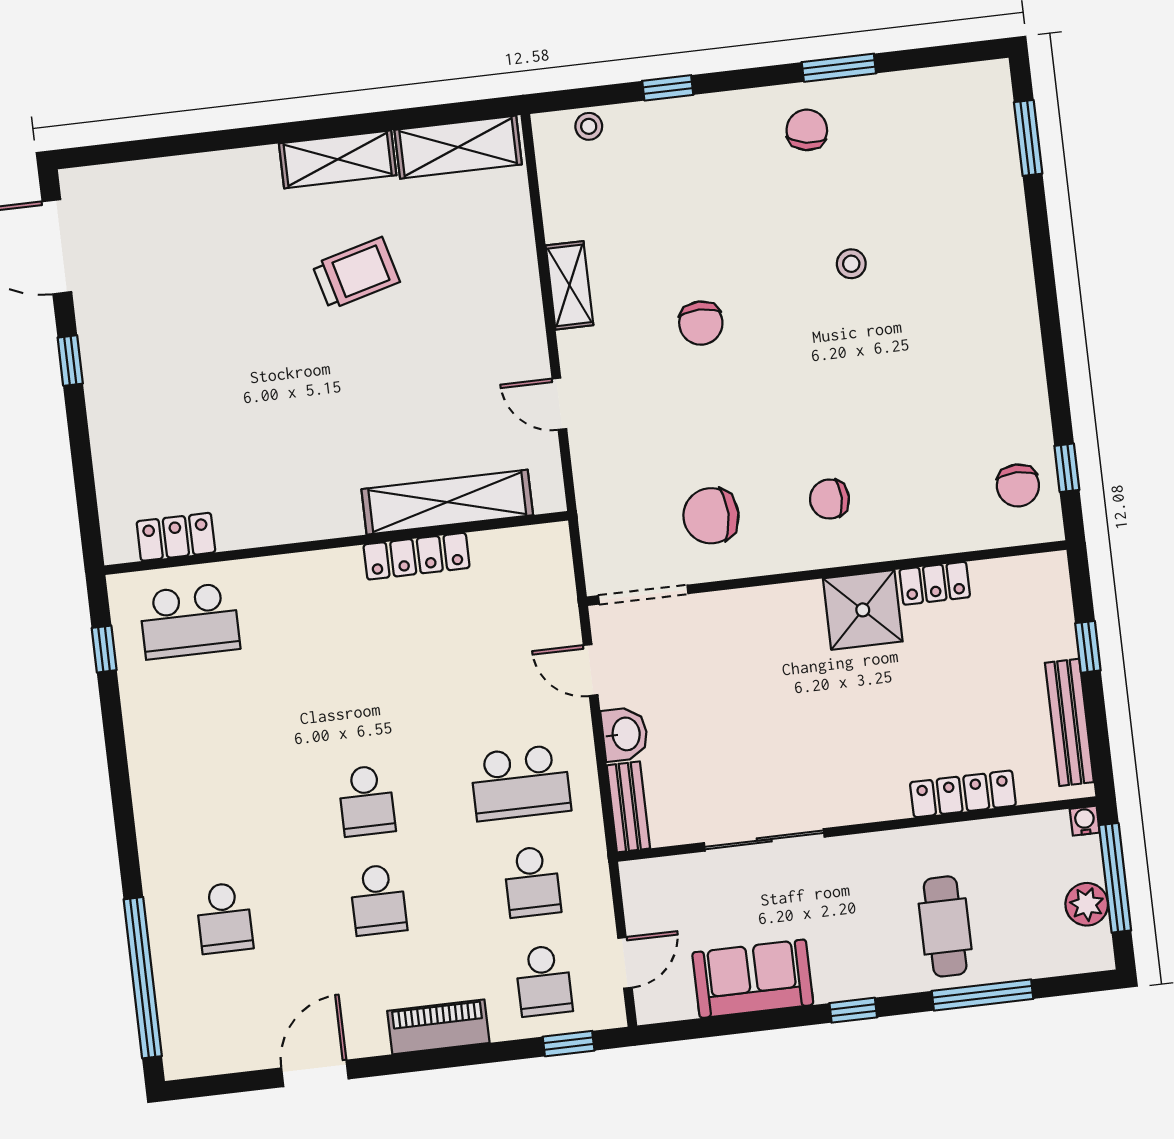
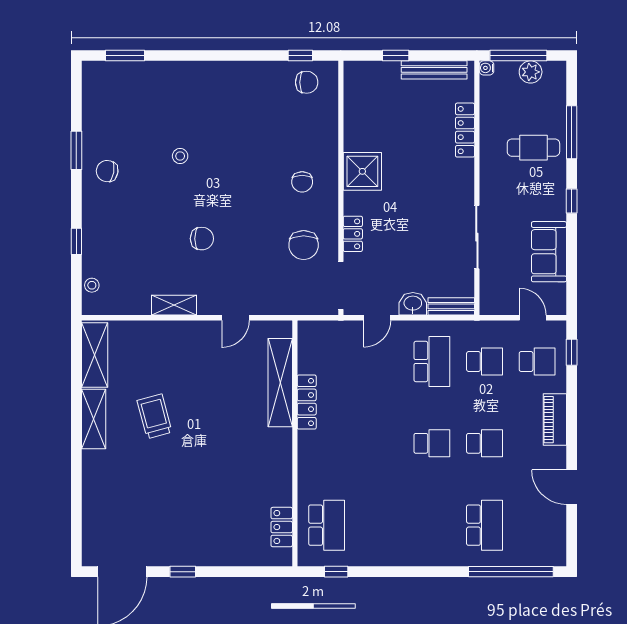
locker: (935, 583) -> (353, 234), moved
school desk: (224, 918) -> (484, 525), width x1.85

